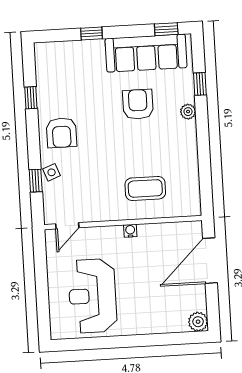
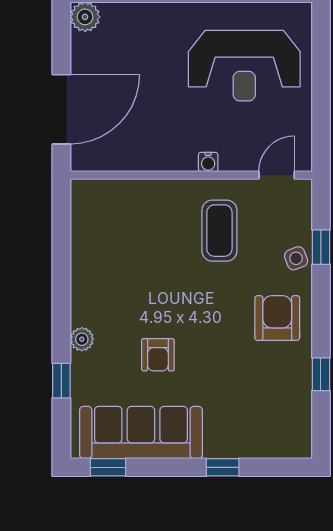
armchair: (138, 104) -> (158, 355), width x0.72, depth x0.72
coffee table: (145, 188) -> (219, 231), moved, turned 90
water cooler: (130, 231) -> (208, 162), moved
reception desk: (92, 296) -> (244, 66), turned 90

